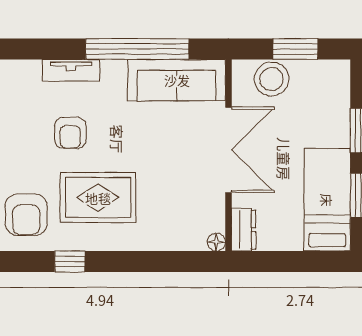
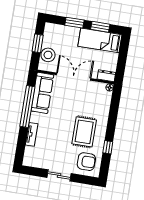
armchair: (70, 133) -> (57, 139), removed

